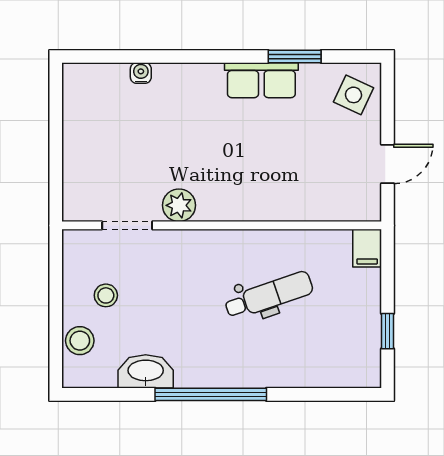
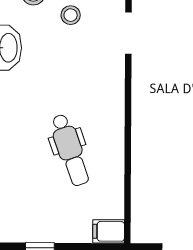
plant: (179, 205) -> (145, 76), removed

